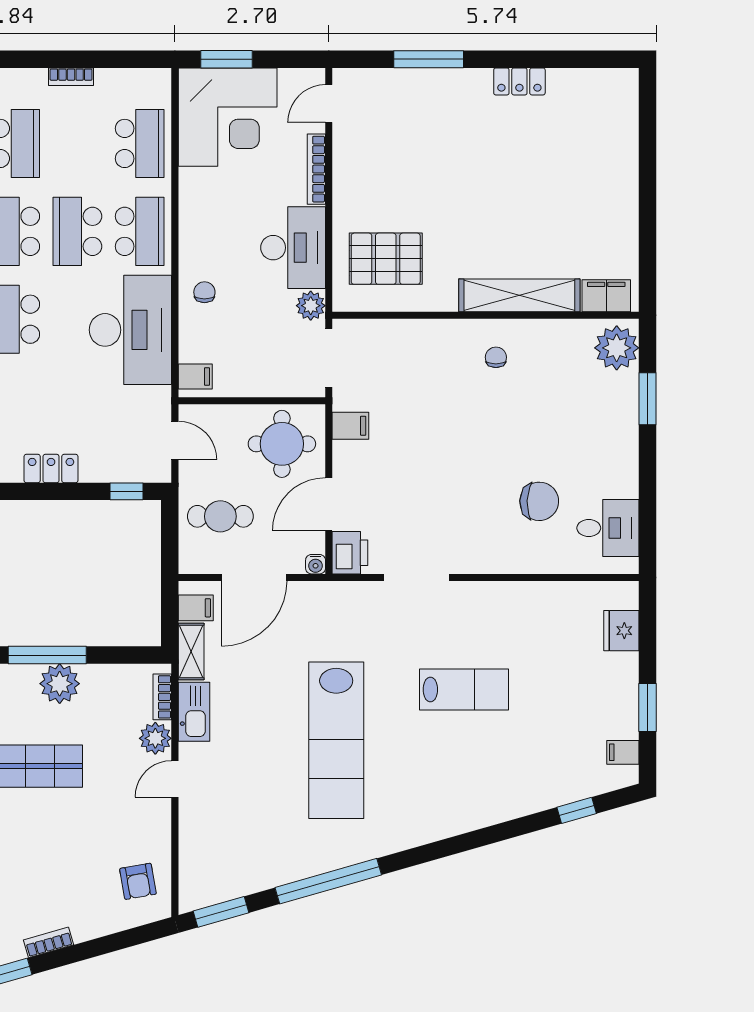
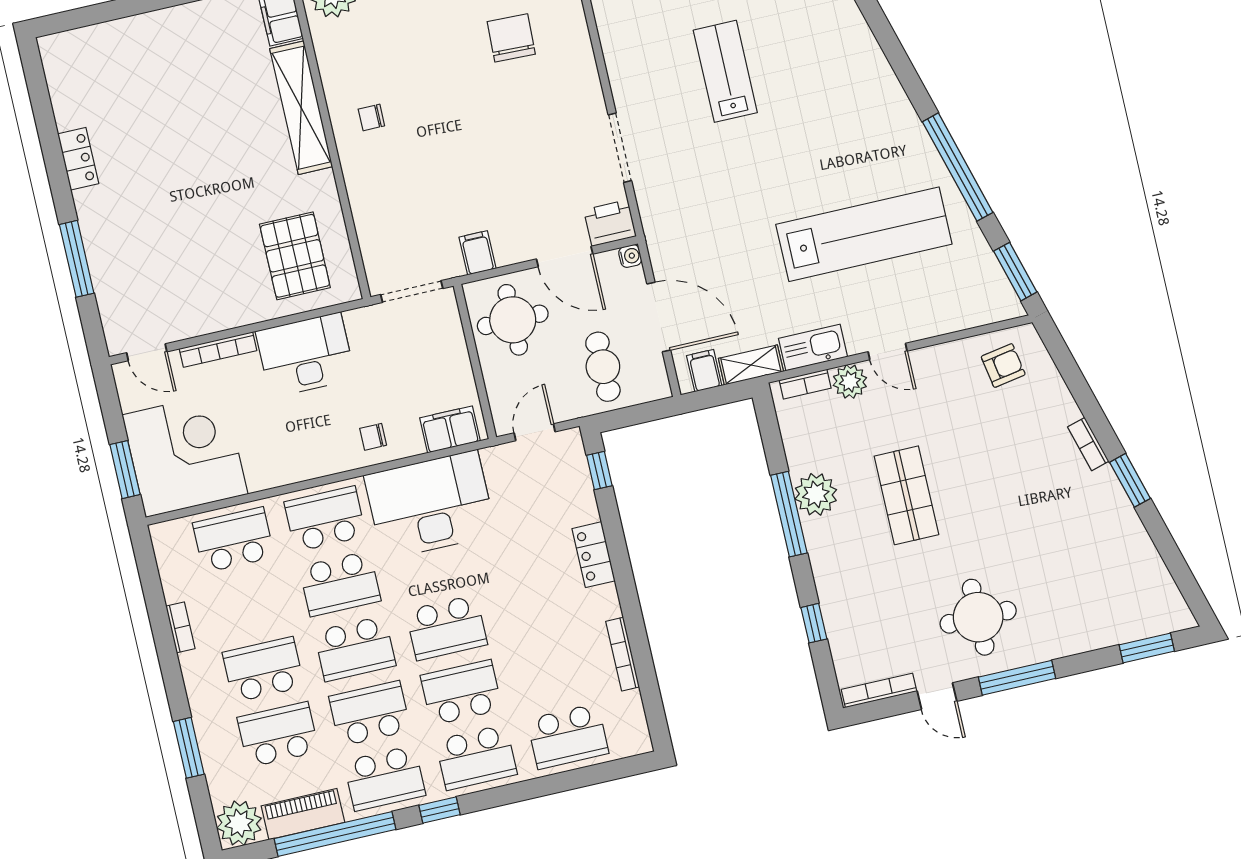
plant: (311, 306) -> (362, 323), removed
filing cabinet: (195, 376) -> (450, 429), width x2.00
lab bench: (336, 740) -> (864, 234), moved

